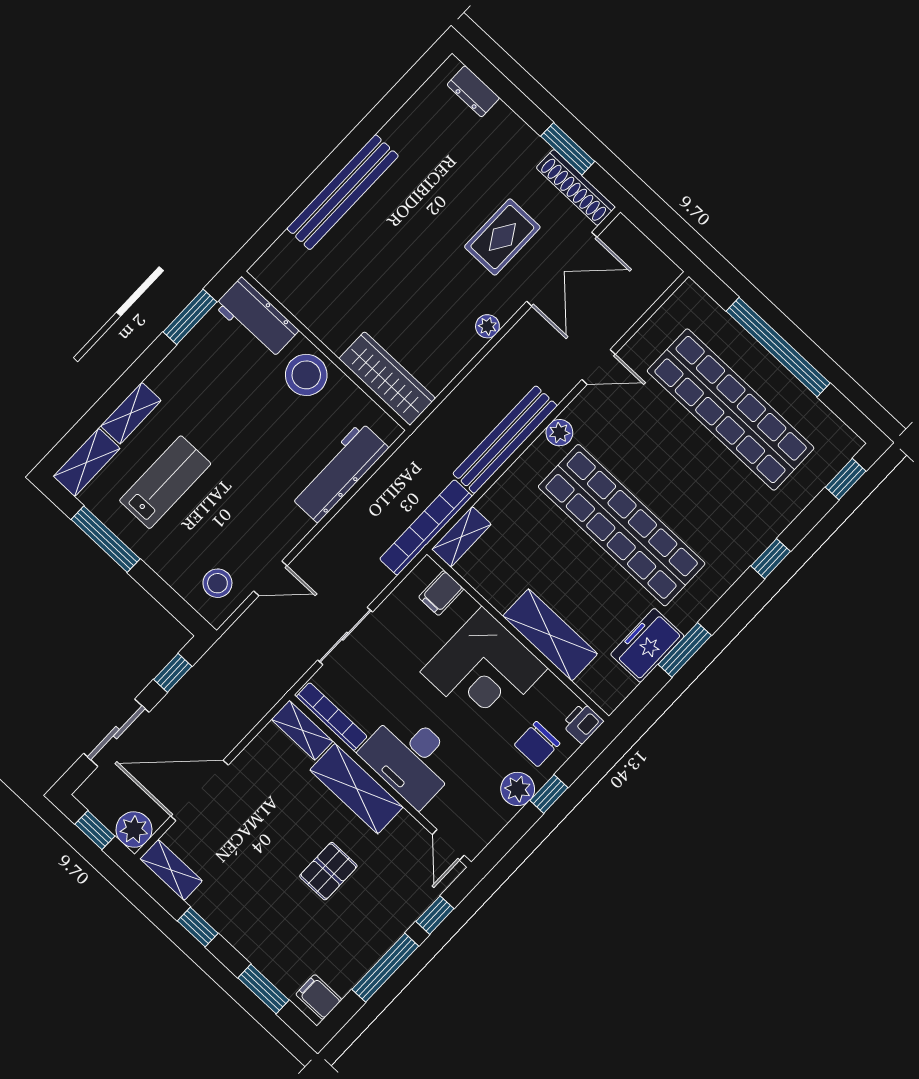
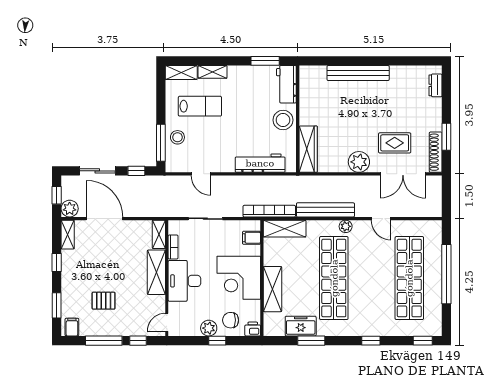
plant: (487, 326) -> (359, 162), width x1.88, depth x1.88
shelving: (461, 537) -> (285, 229), width x1.50, depth x1.33
window: (106, 539) -> (161, 143), moved
stool: (217, 583) -> (177, 137), moved
bookcase: (332, 717) -> (173, 247), width x0.64
pallet: (328, 871) -> (104, 301), moved

